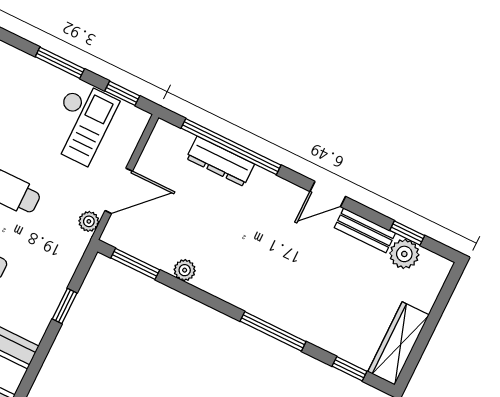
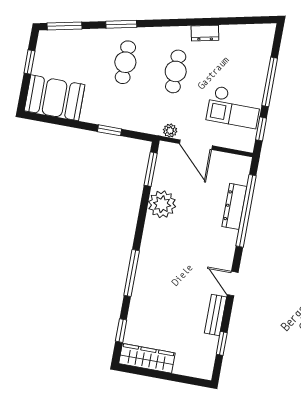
window: (60, 63) -> (270, 82), width x1.44
plant: (404, 254) -> (207, 345), removed
plant: (185, 270) -> (162, 204), width x1.88, depth x1.88

